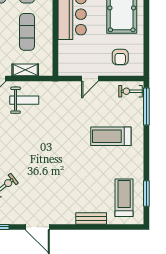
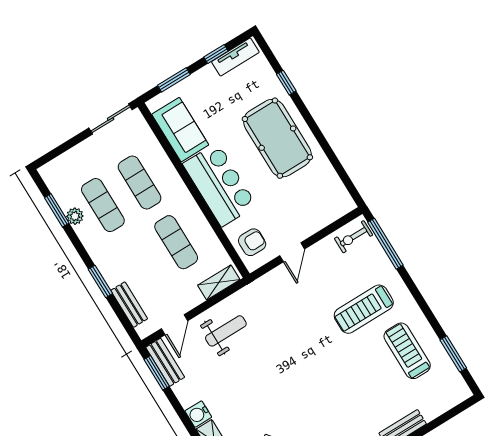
armchair: (120, 57) -> (252, 242), moved, turned -90
shelving: (25, 70) -> (219, 282), moved
treadmill: (124, 198) -> (407, 351), moved

